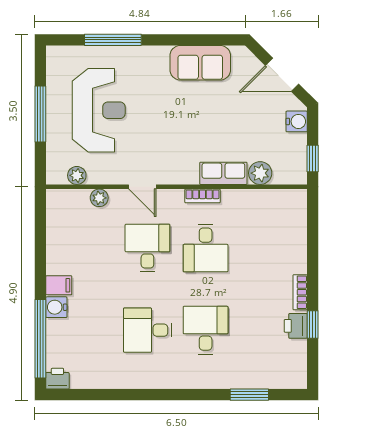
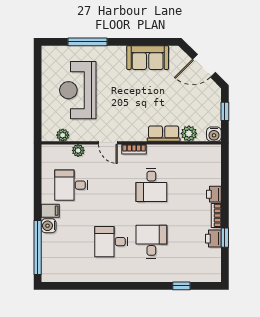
reception desk: (99, 110) -> (78, 90), turned 180
window: (40, 114) -> (38, 93), removed
water cooler: (297, 121) -> (214, 134), moved, turned 90
window: (313, 158) -> (225, 111), moved
bookcase: (202, 196) -> (134, 149), moved
desk: (147, 248) -> (71, 185), moved, turned -90
printer: (57, 379) -> (214, 194), moved, turned -90
window: (249, 395) -> (181, 286), width x0.67

